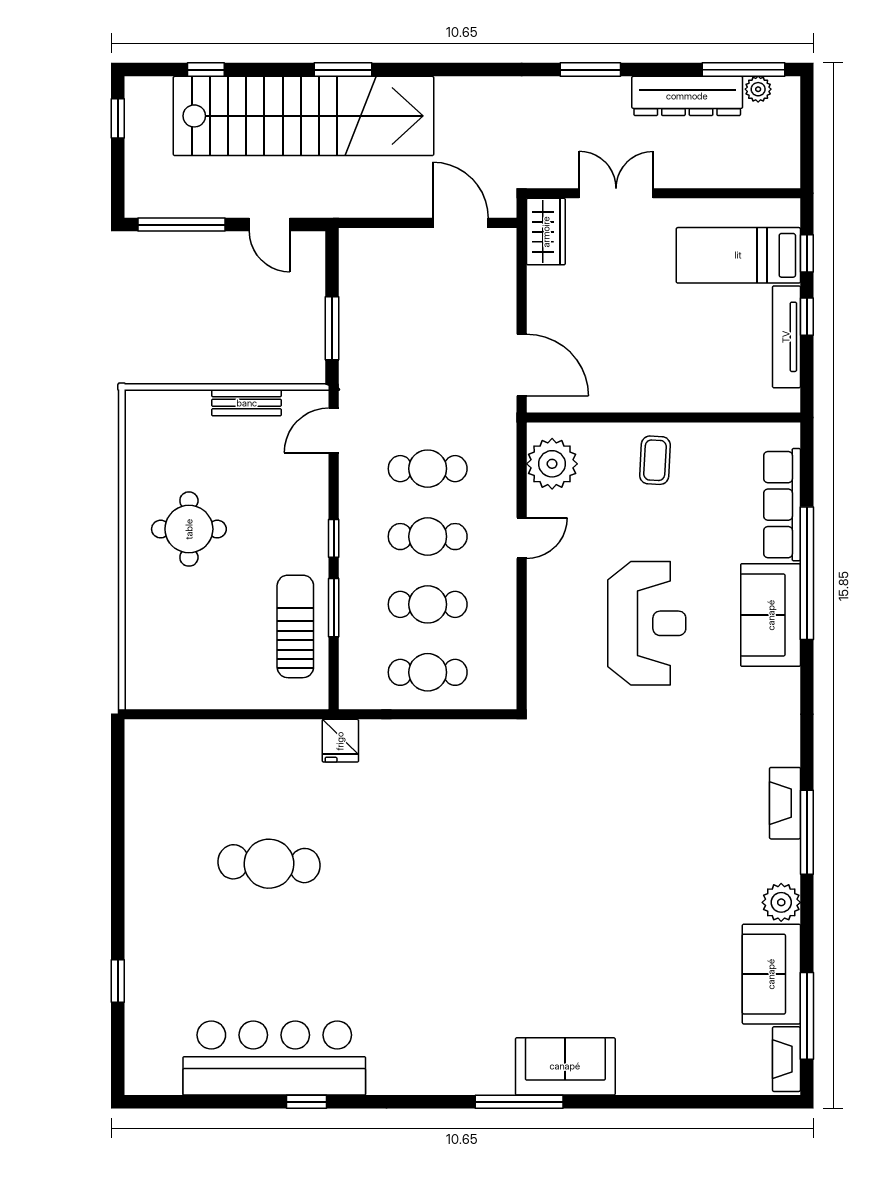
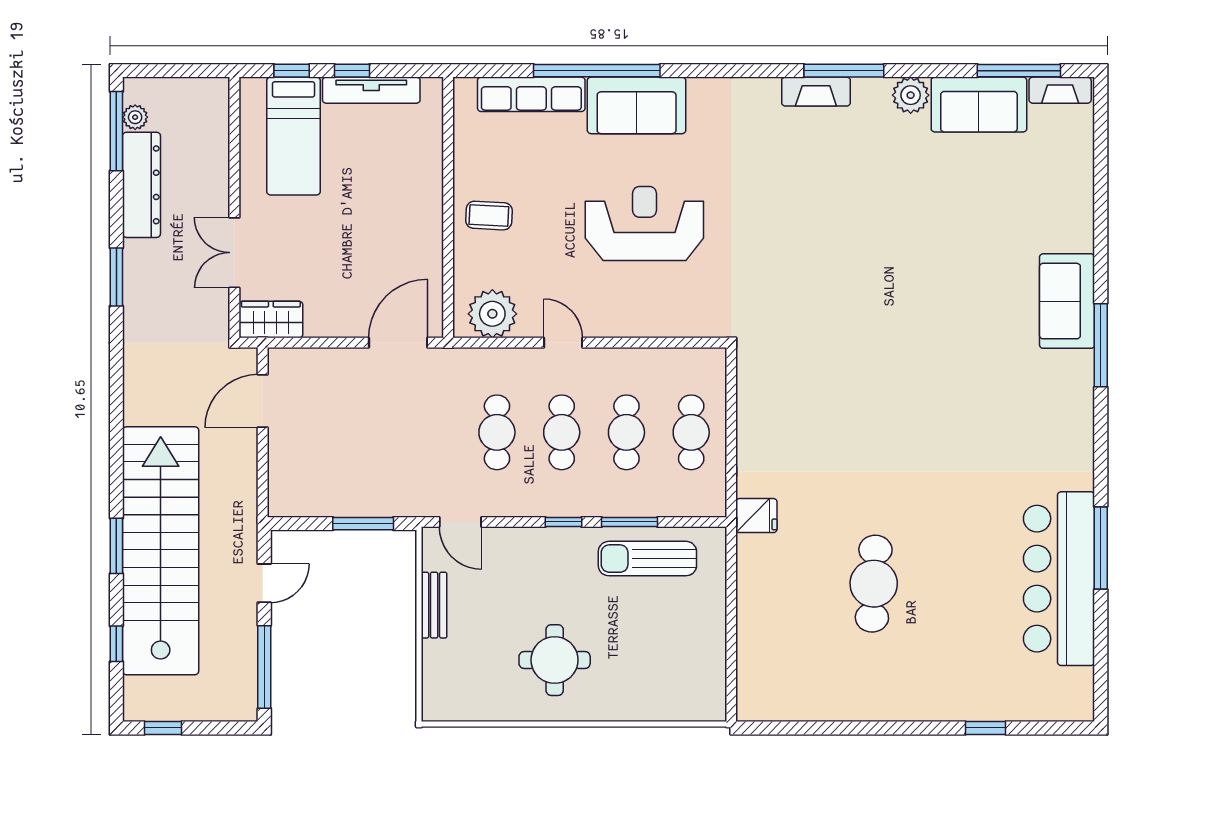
window: (343, 70) -> (116, 546), moved
window: (306, 1102) -> (1101, 548), width x2.17

